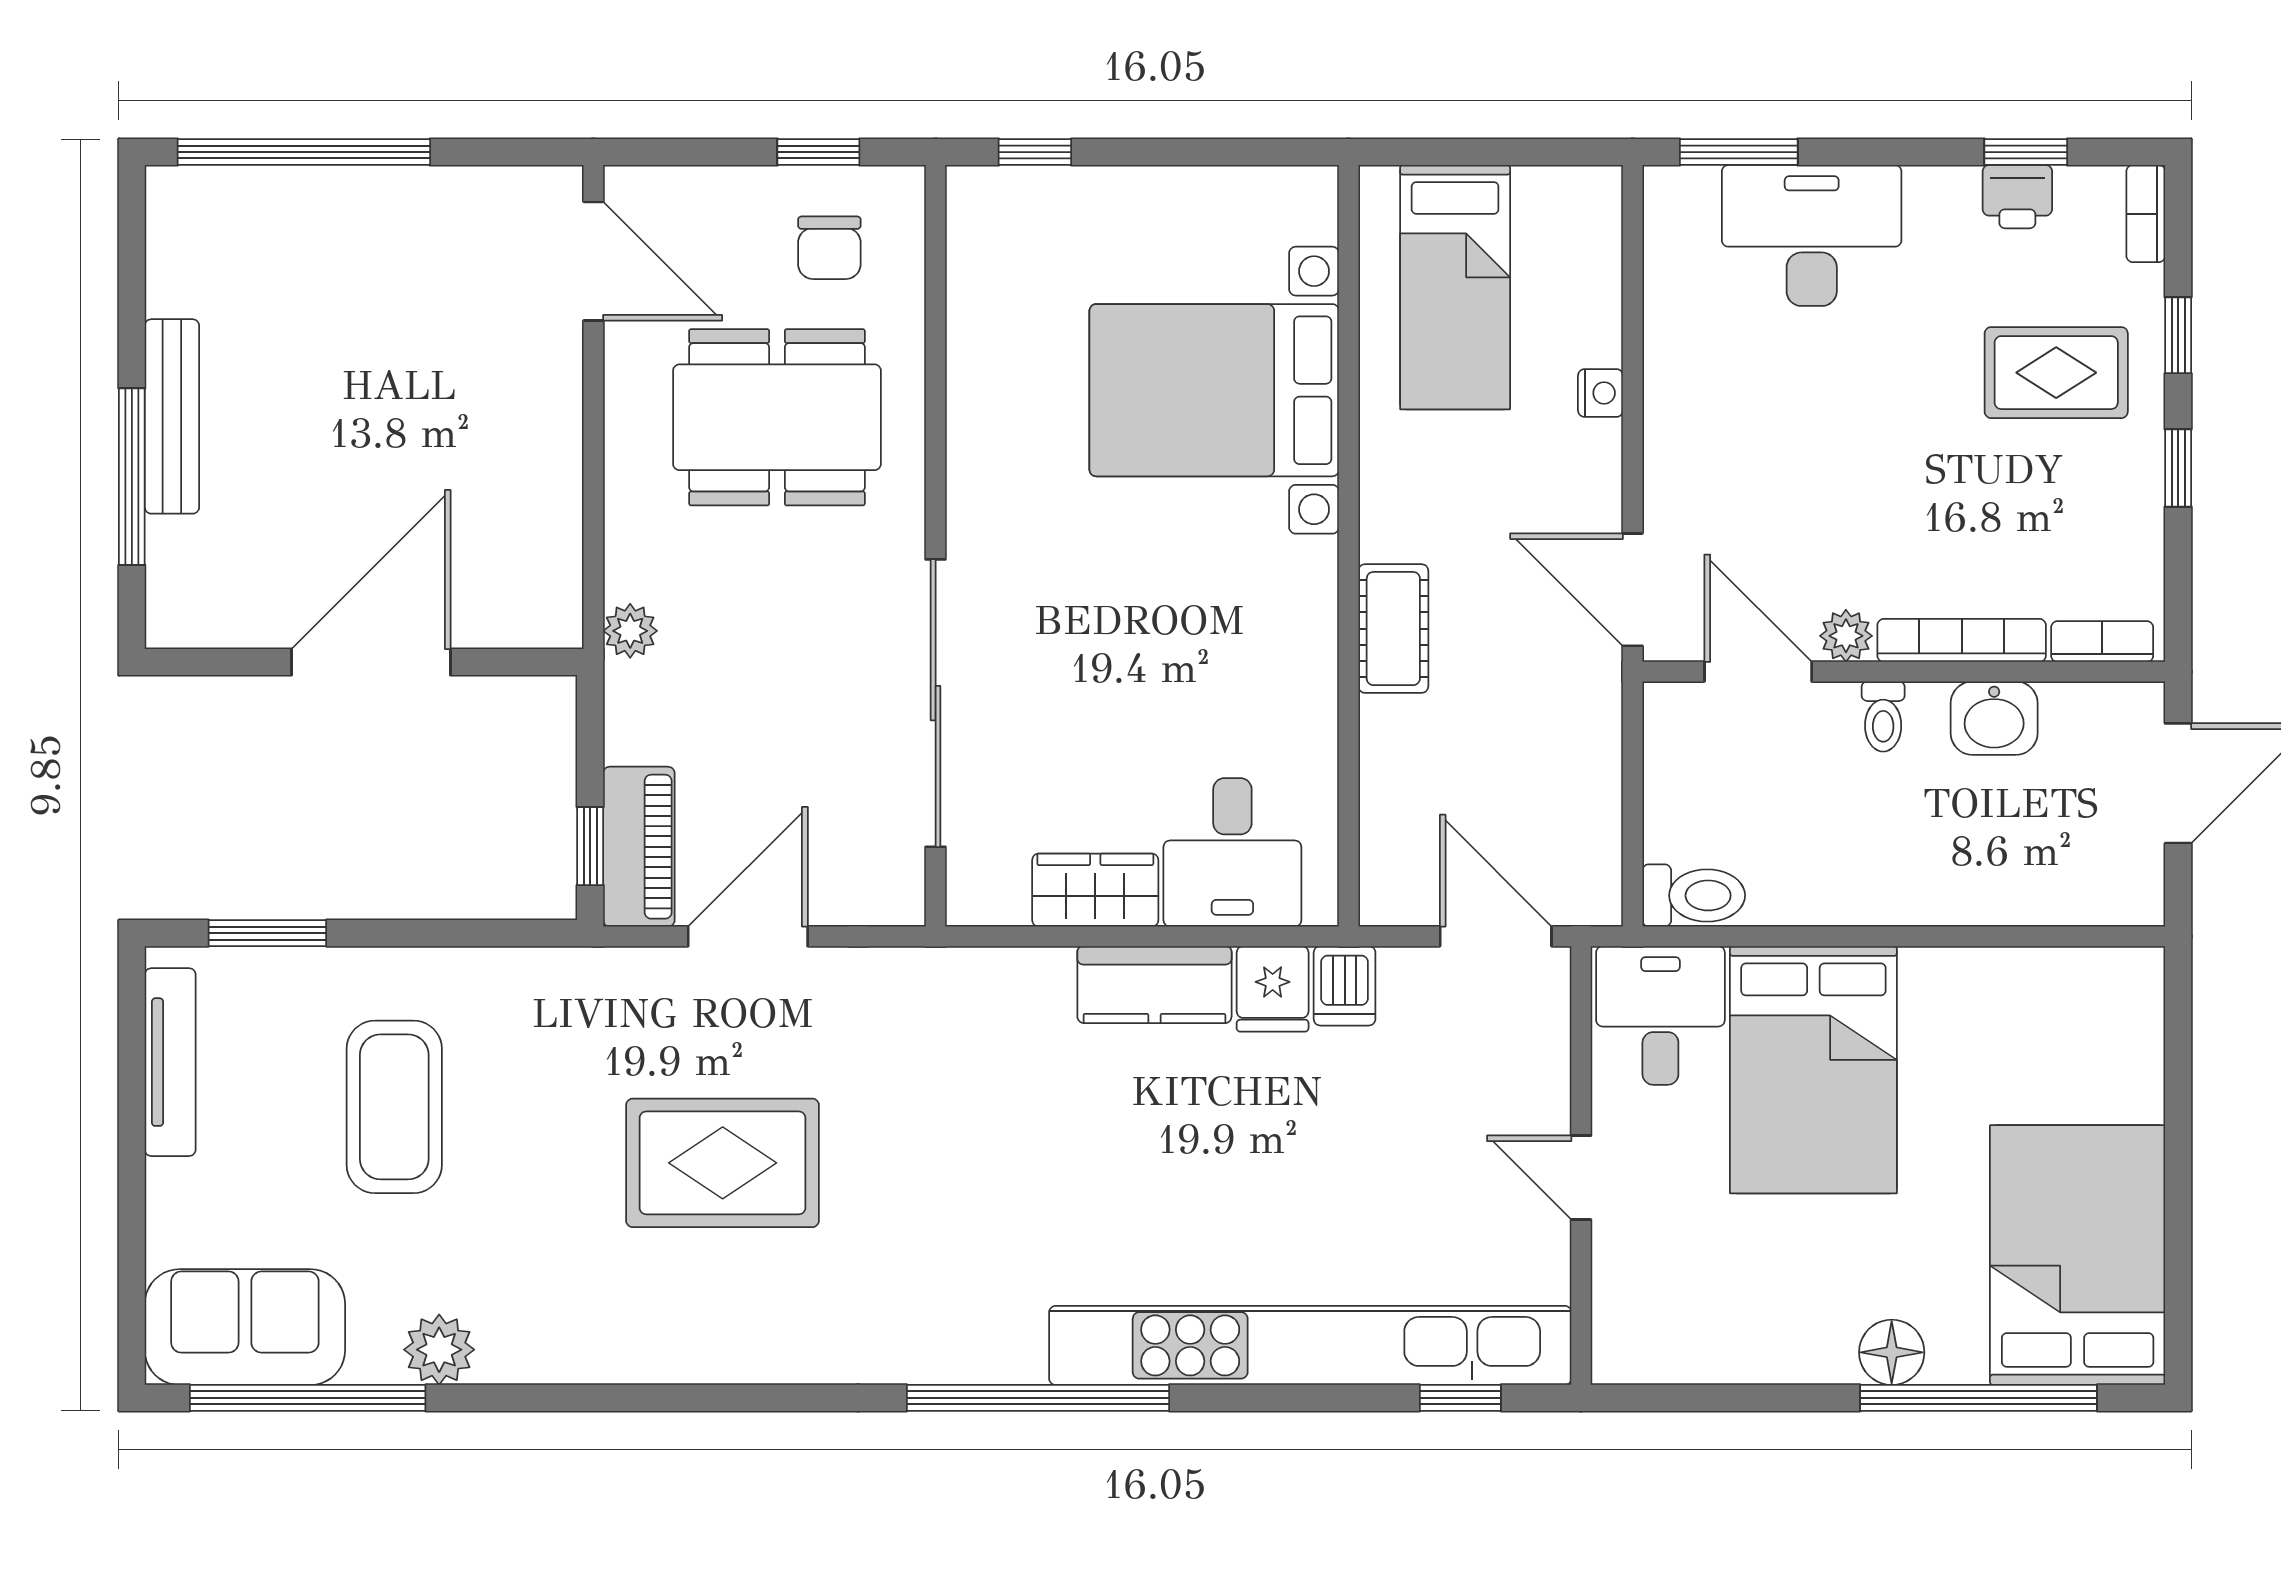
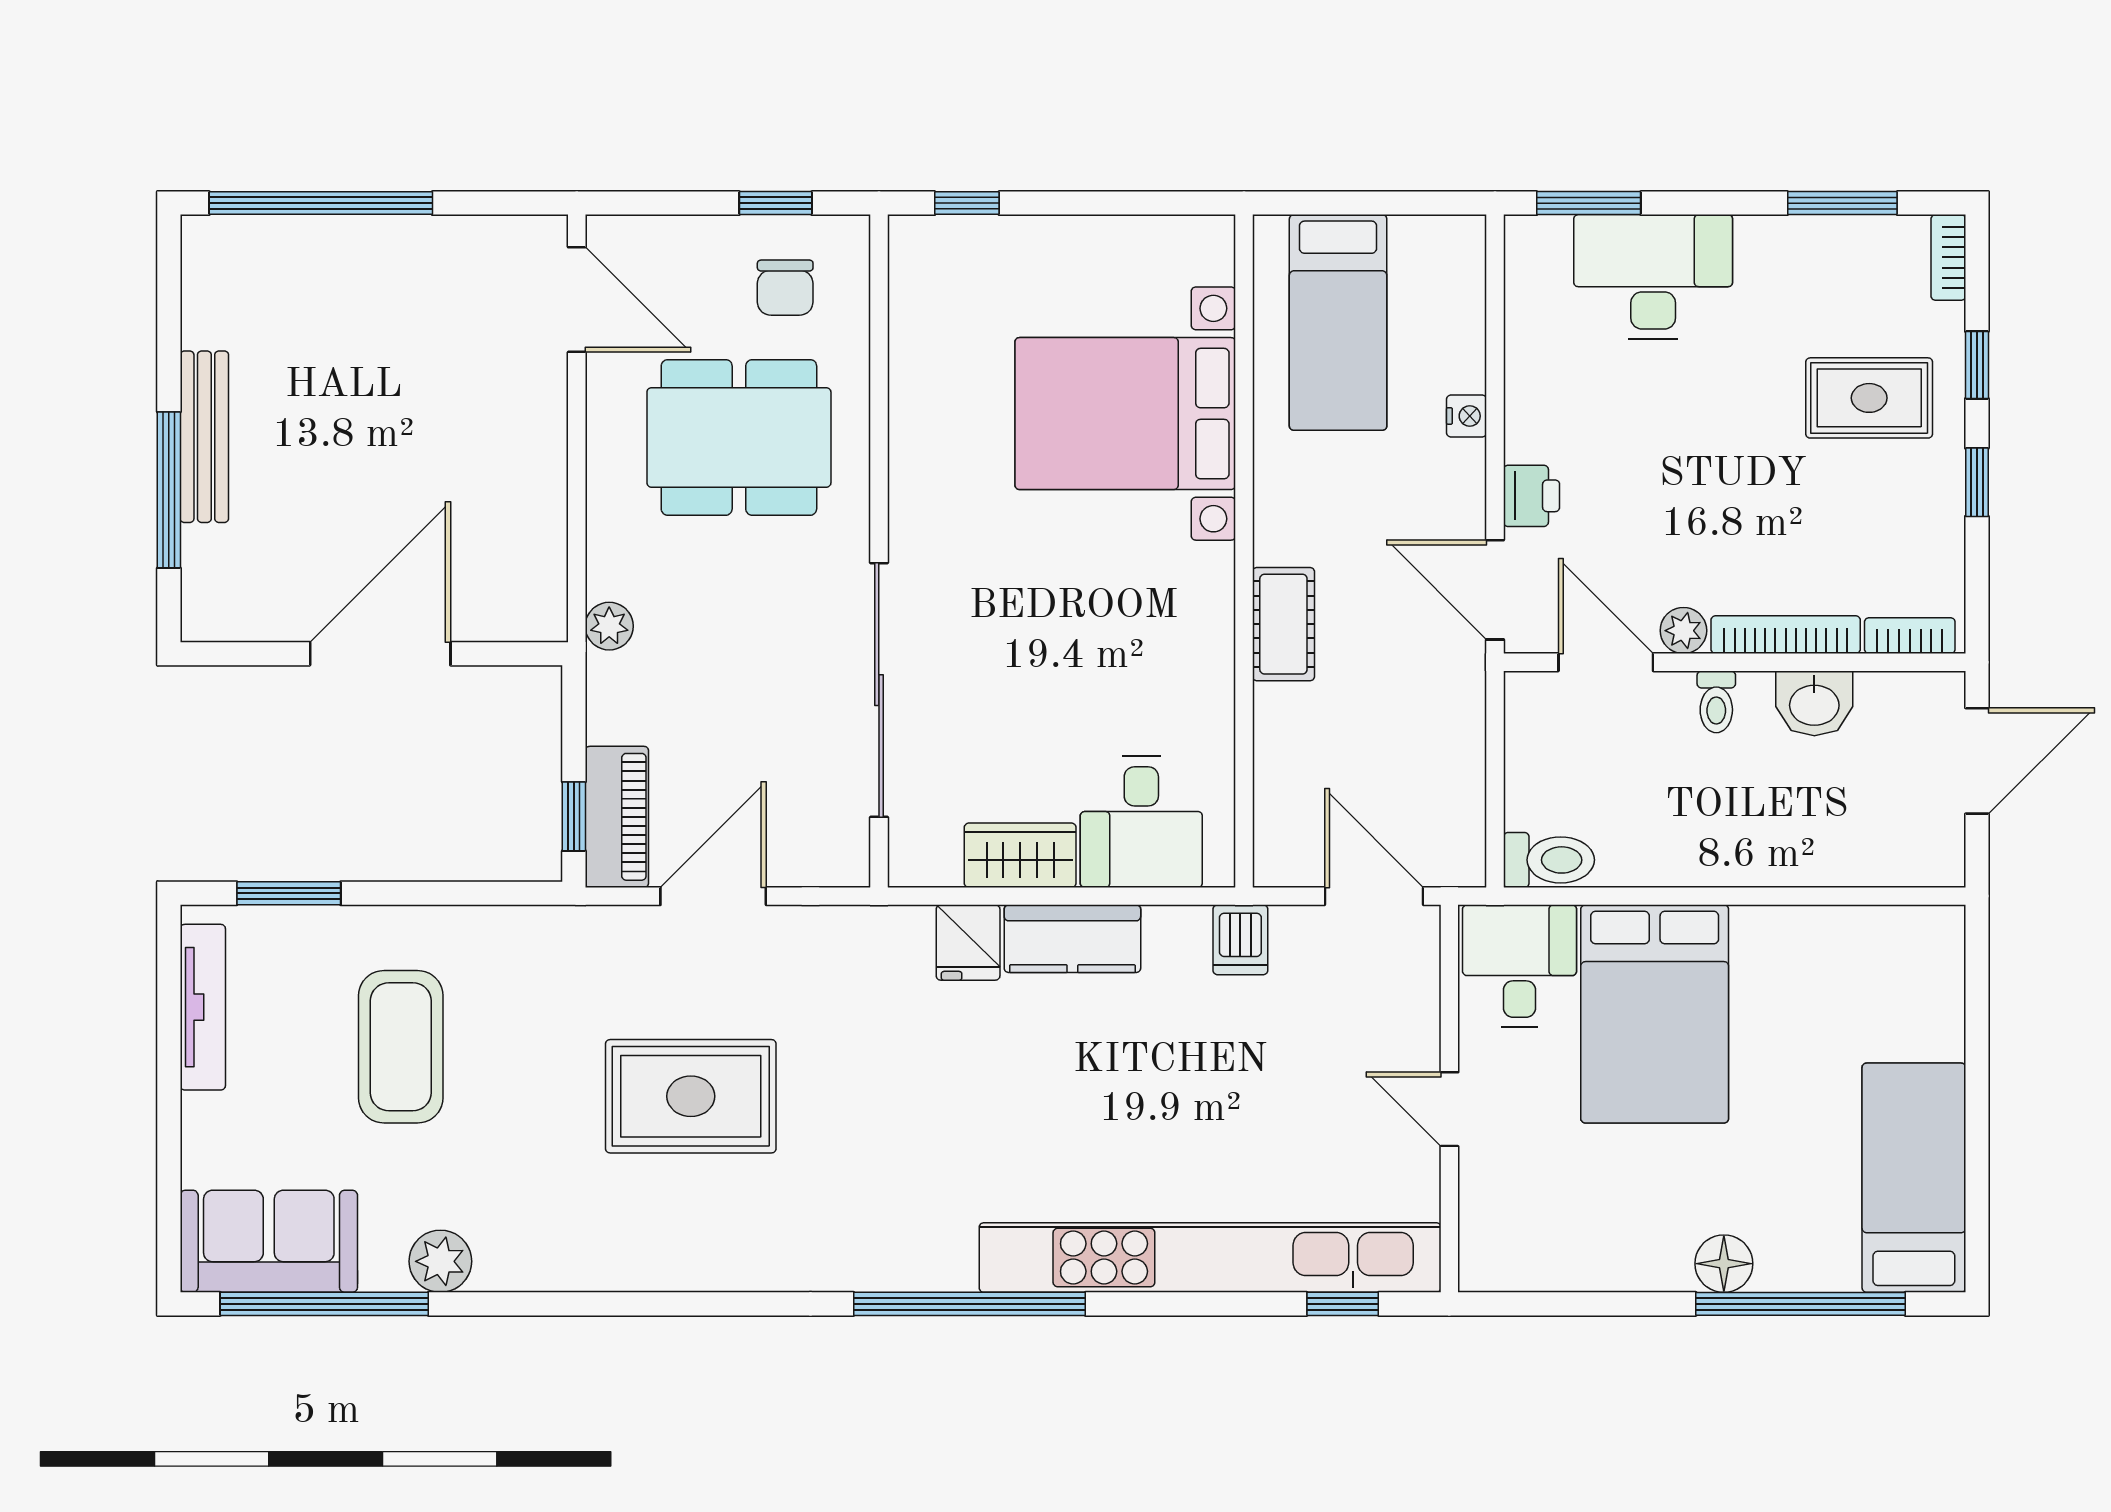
window: (2026, 152) -> (1842, 203), width x1.50
printer: (2017, 197) -> (1532, 496), moved, turned -90
fridge: (1273, 989) -> (968, 942), moved
bed: (2078, 1255) -> (1914, 1178), width x0.67

